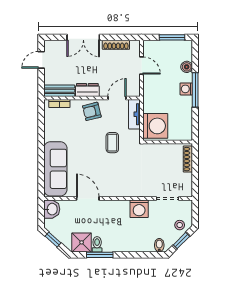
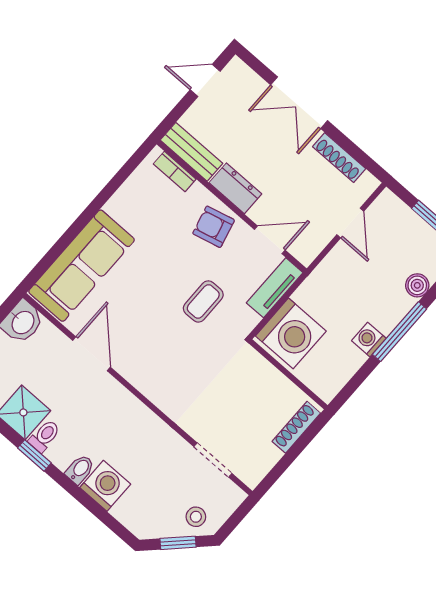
washing machine: (186, 89) -> (369, 339), moved
washing machine: (139, 209) -> (105, 486), moved, turned 180
bidet: (159, 245) -> (80, 469), moved
window: (100, 255) -> (34, 455), width x0.67

